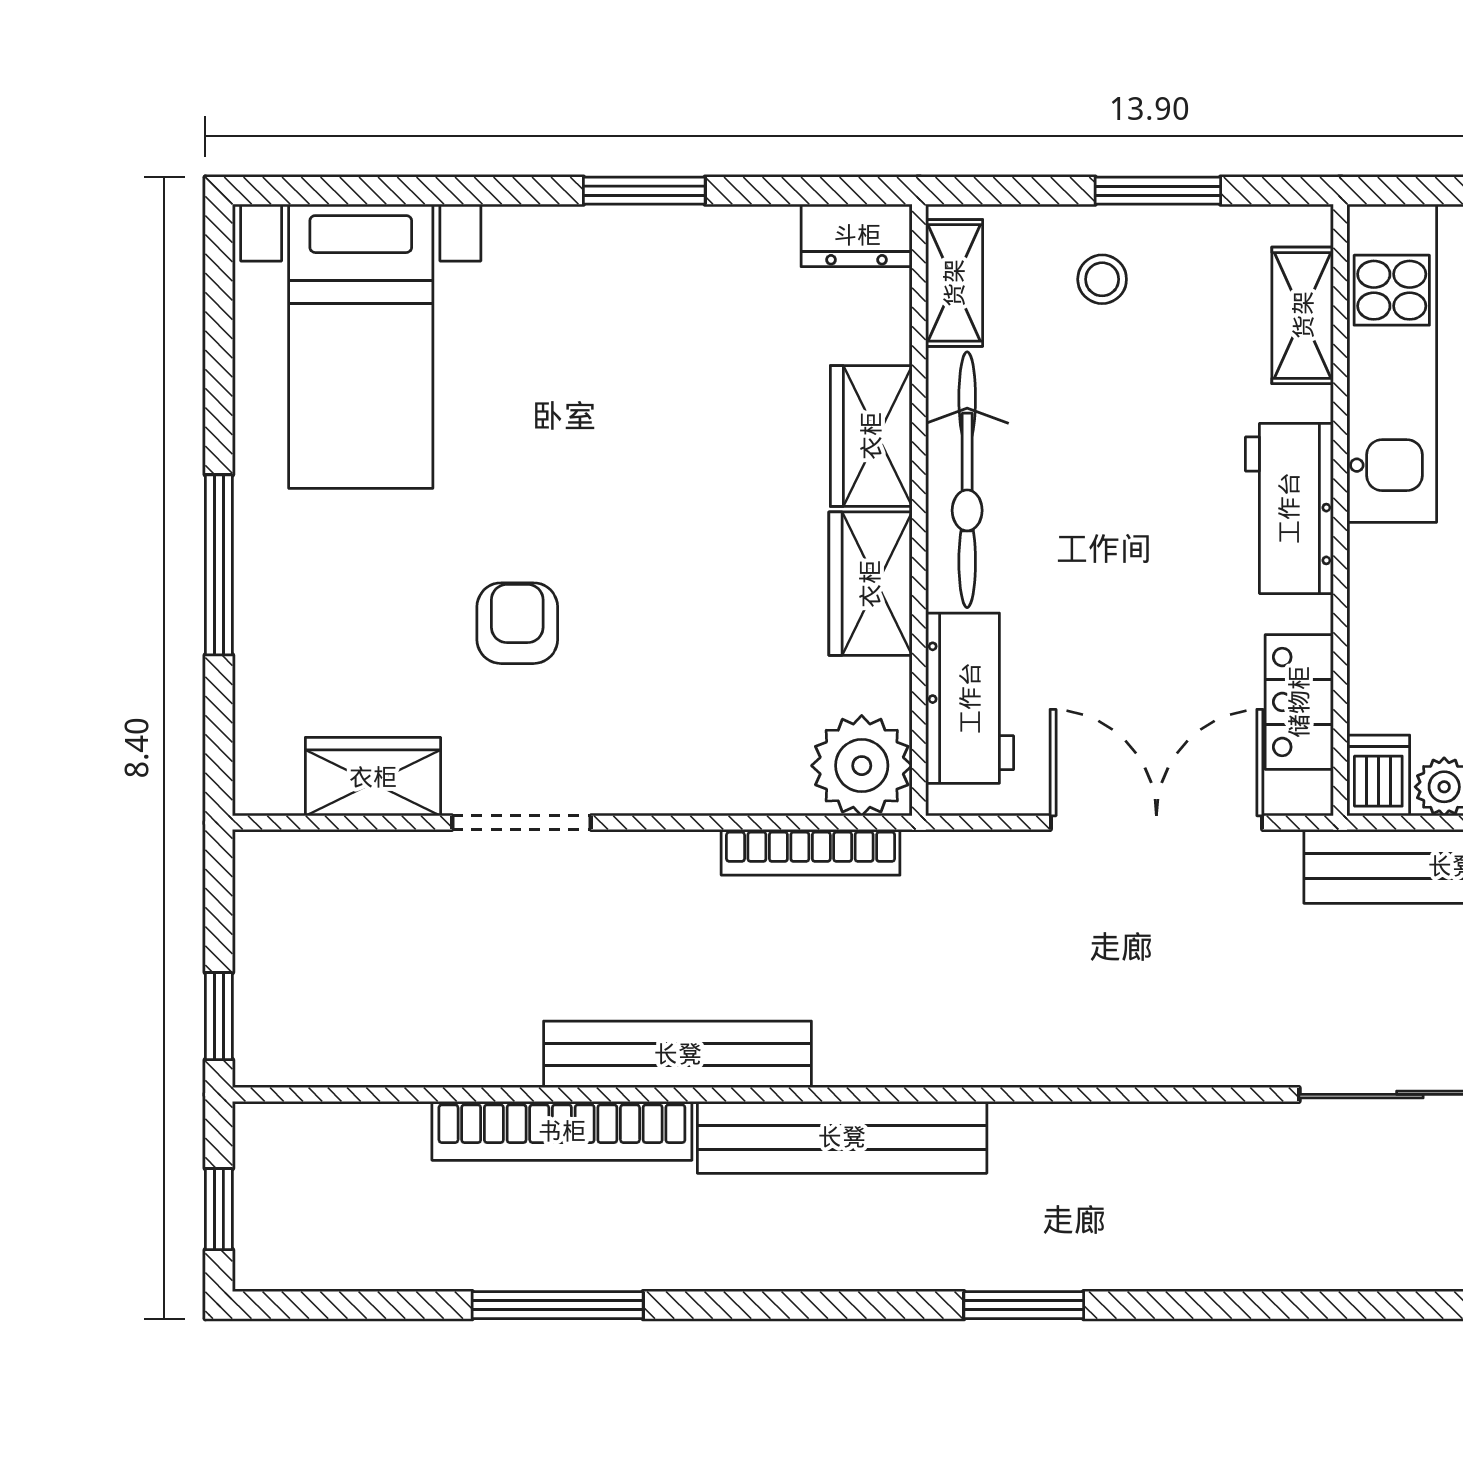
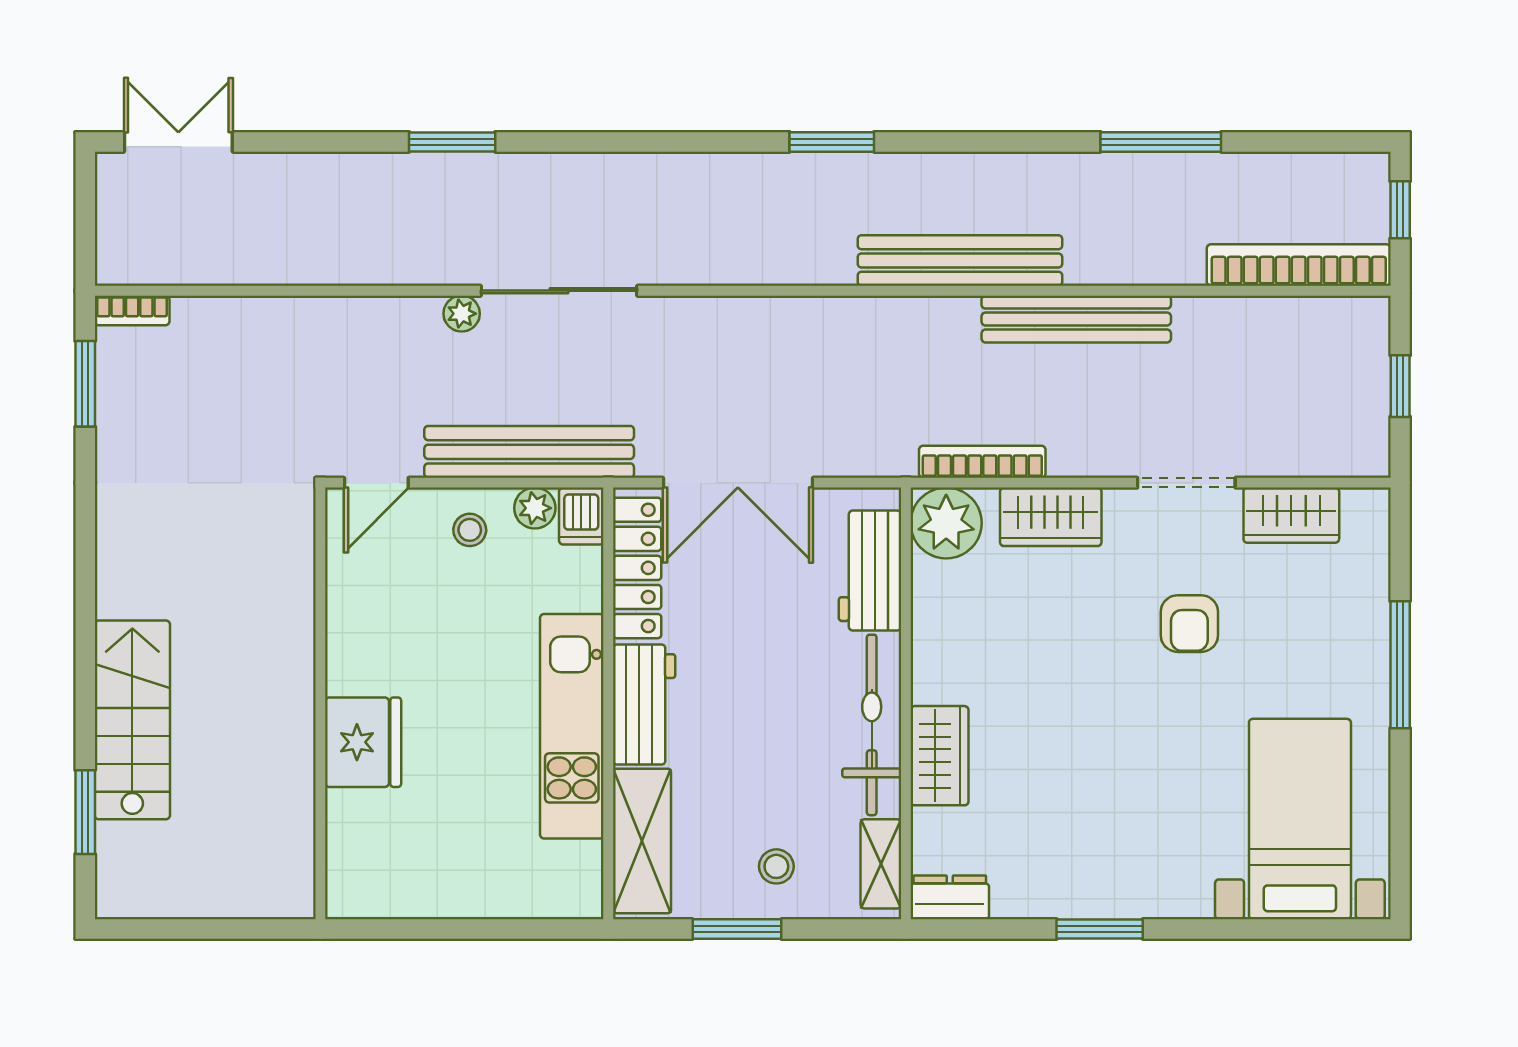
shelving: (1303, 315) -> (642, 841), width x1.50, depth x1.33
kitchen unit: (1392, 363) -> (572, 726), moved
wardrobe: (870, 584) -> (1051, 517), moved, turned 90
locker: (1299, 702) -> (637, 568), width x1.53
window: (219, 1016) -> (1400, 386), moved
bookcase: (562, 1131) -> (1299, 265), moved

